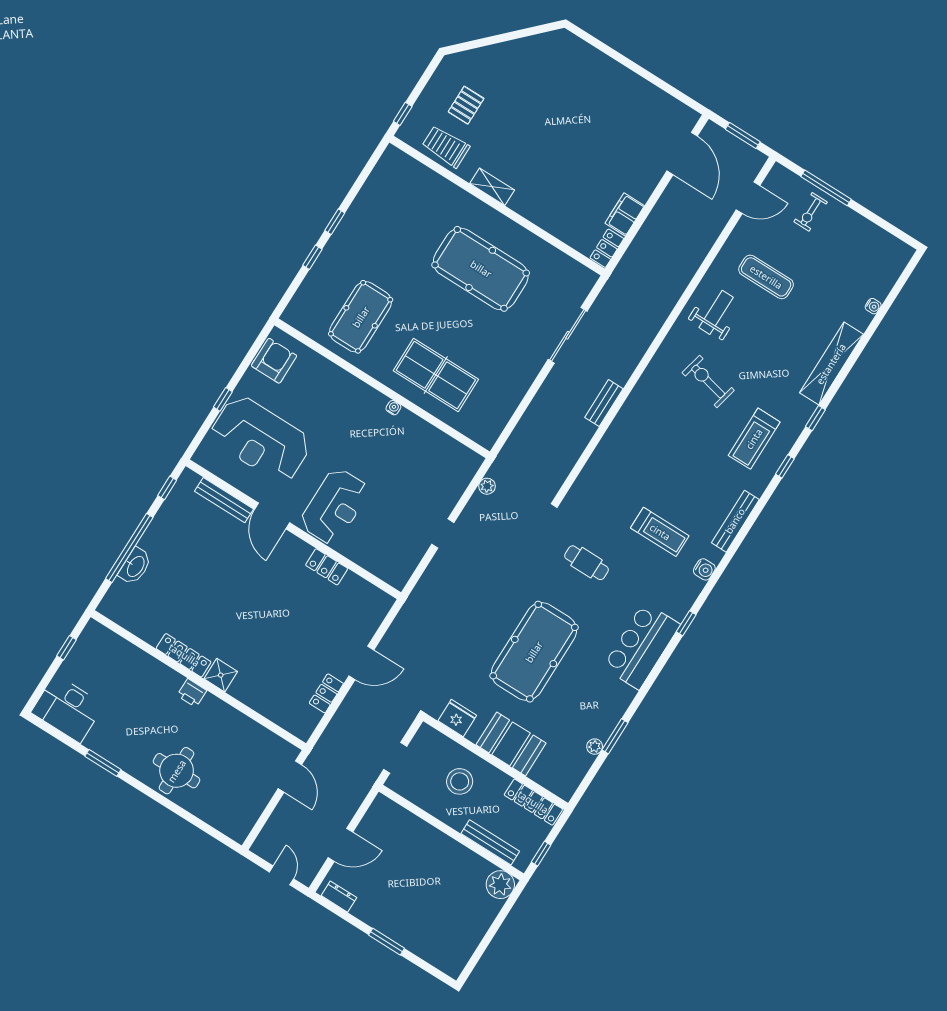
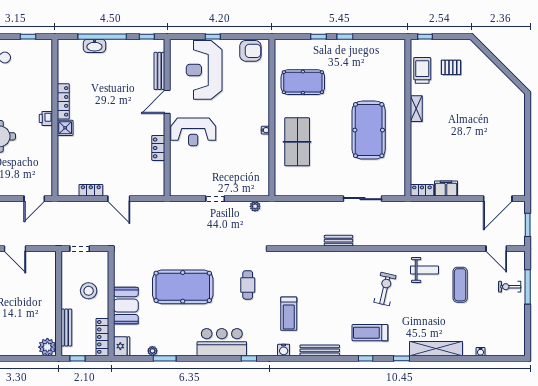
fridge: (457, 718) -> (122, 346), moved

